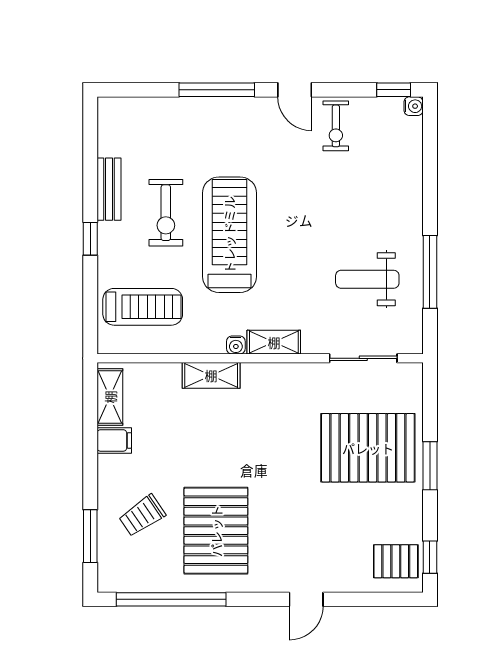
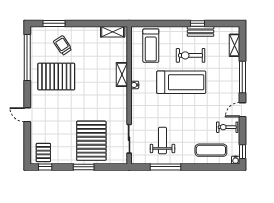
exercise mat: (390, 164) -> (211, 150), added
window: (90, 239) -> (198, 23), moved
shelving: (274, 342) -> (235, 45), moved
filing cabinet: (114, 440) -> (94, 34), removed

